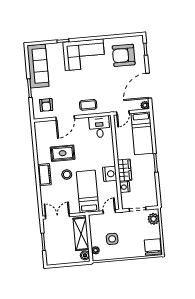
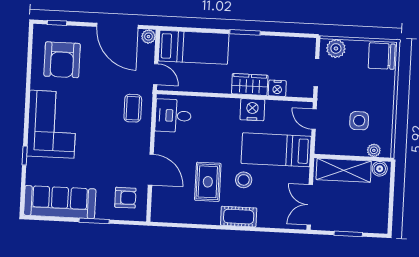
coffee table: (88, 105) -> (133, 108), moved

